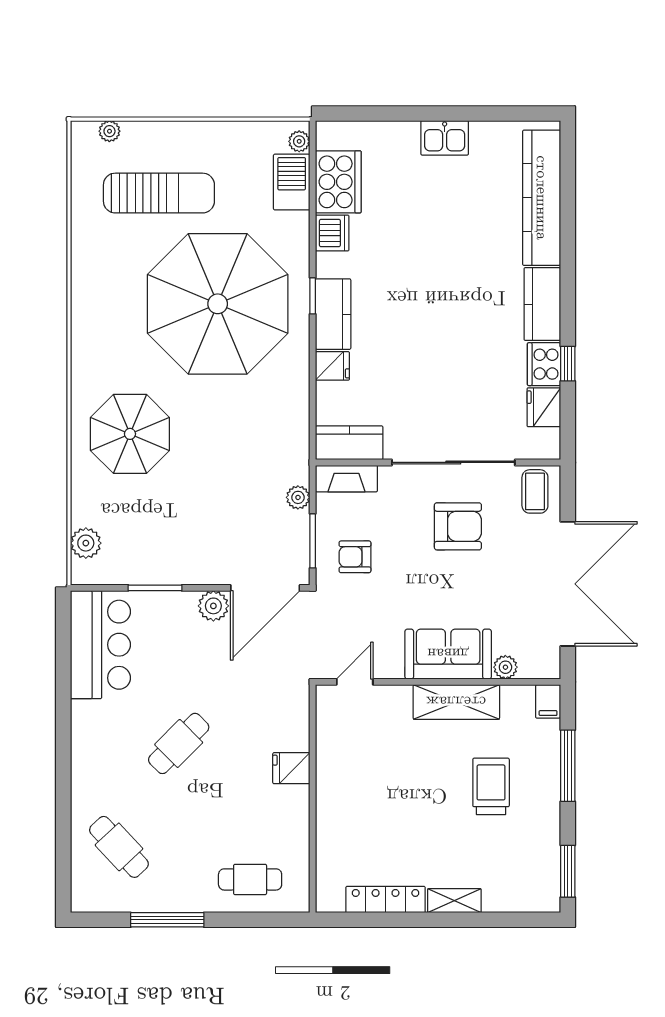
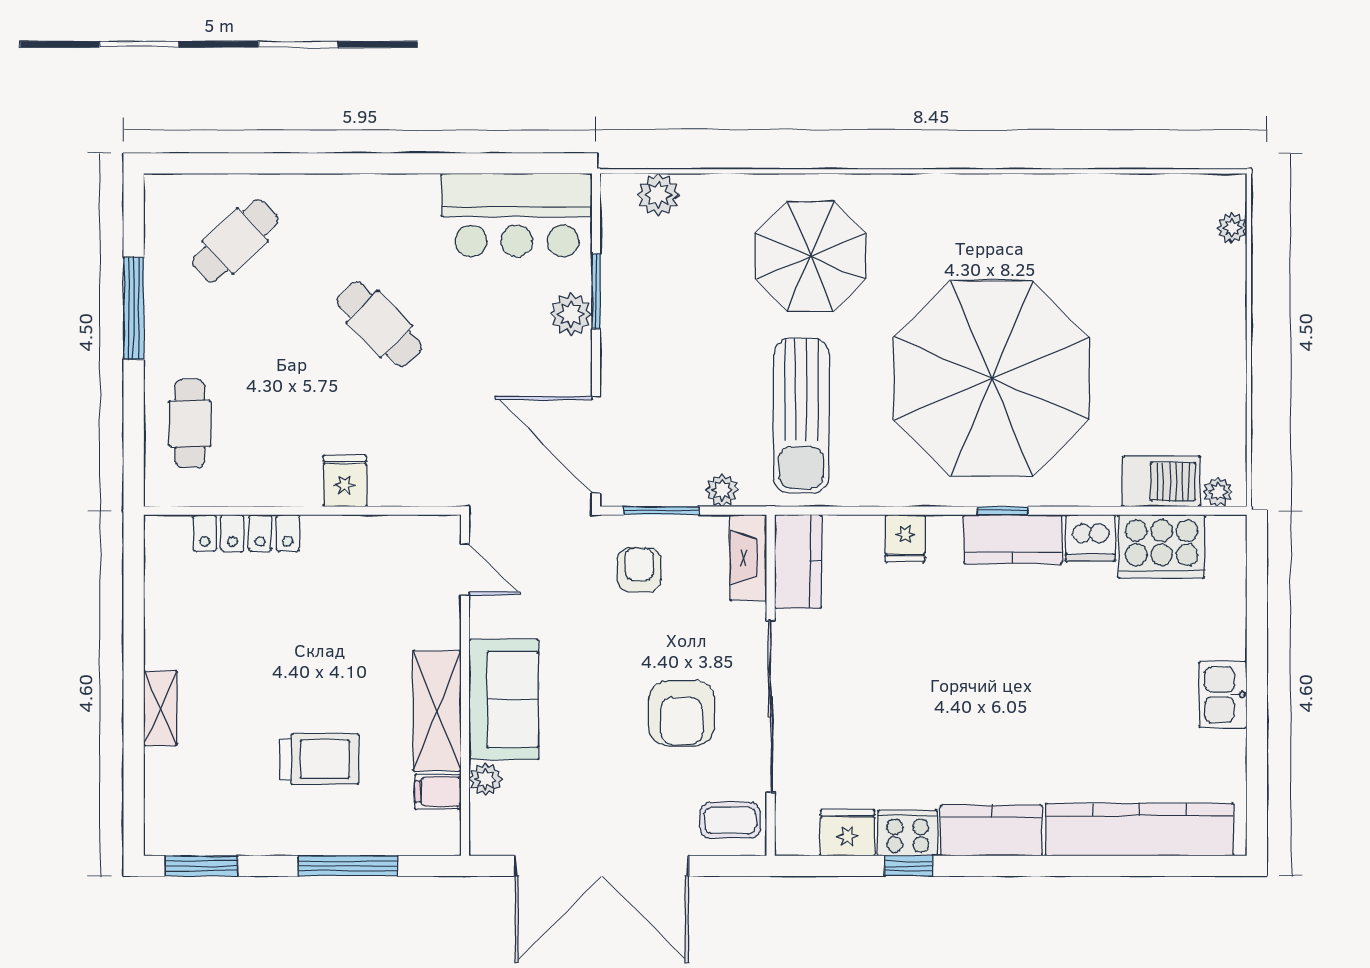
sun lounger: (159, 193) -> (801, 416), moved
kitchen counter: (333, 314) -> (1013, 539), moved
plant: (213, 606) -> (571, 314), moved
filing cabinet: (548, 701) -> (438, 792), moved
locker: (386, 900) -> (246, 533), moved, turned 90

